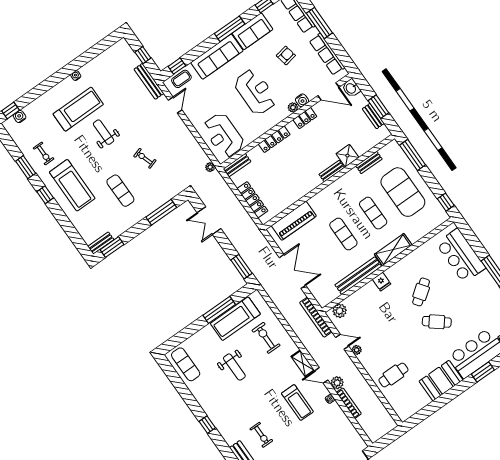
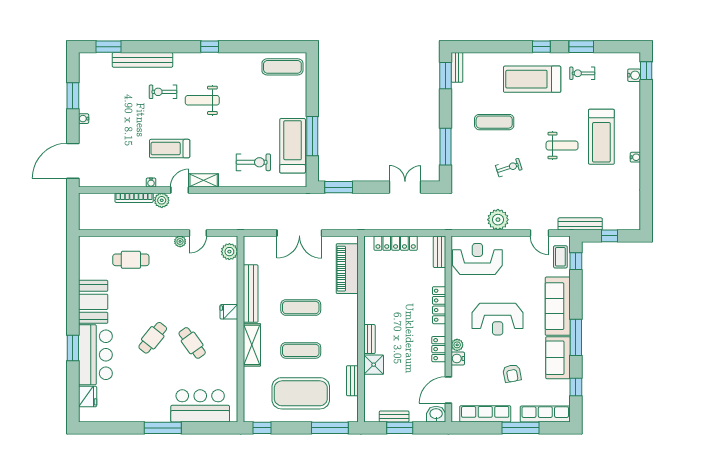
plant: (210, 167) -> (498, 220), moved, width x1.88, depth x1.88
bookcase: (316, 317) -> (239, 224), removed
weight bench: (234, 367) -> (202, 100), moved
cafe table: (393, 375) -> (131, 260), turned 90

